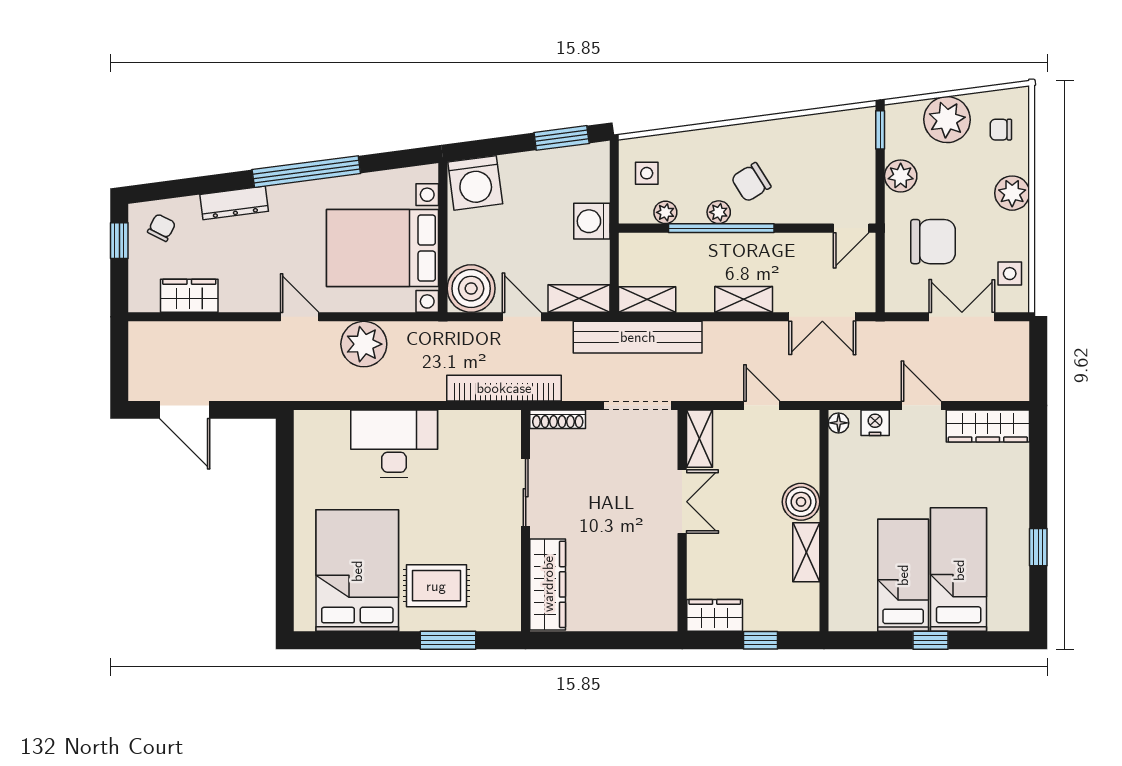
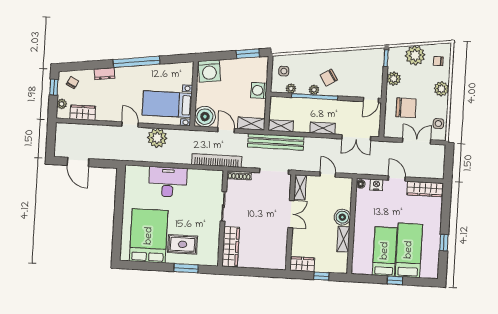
dresser: (234, 203) -> (104, 74), width x0.70
bed with nightstands: (382, 248) -> (167, 104), width x0.73
plant: (140, 278) -> (62, 104), added

